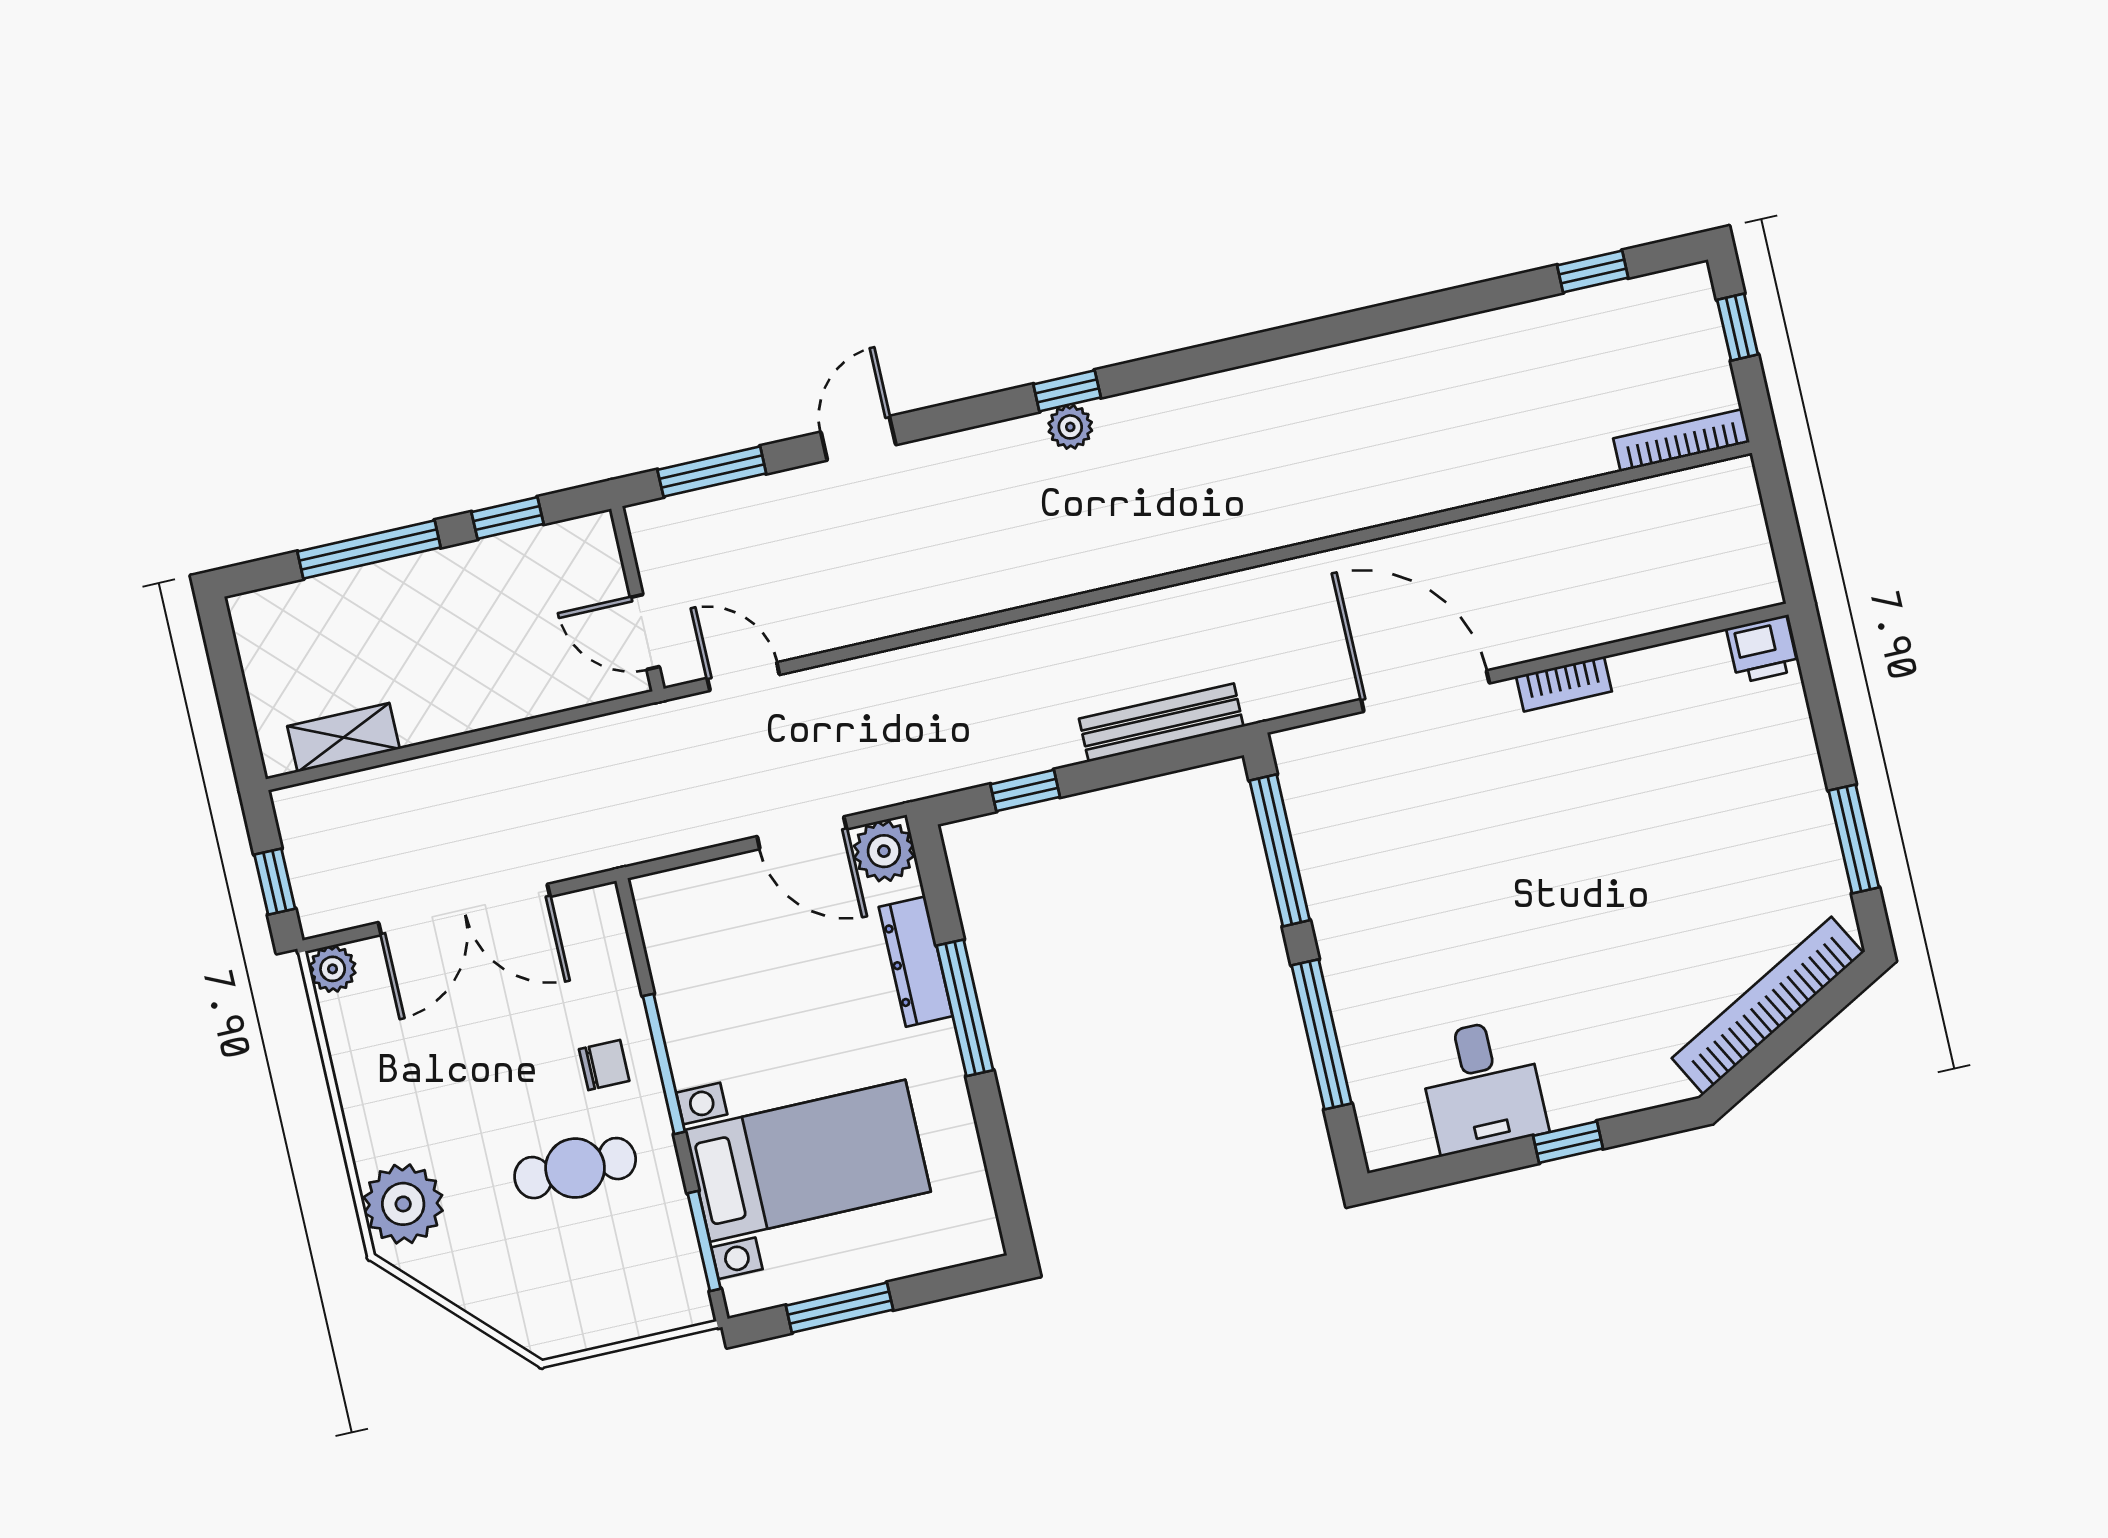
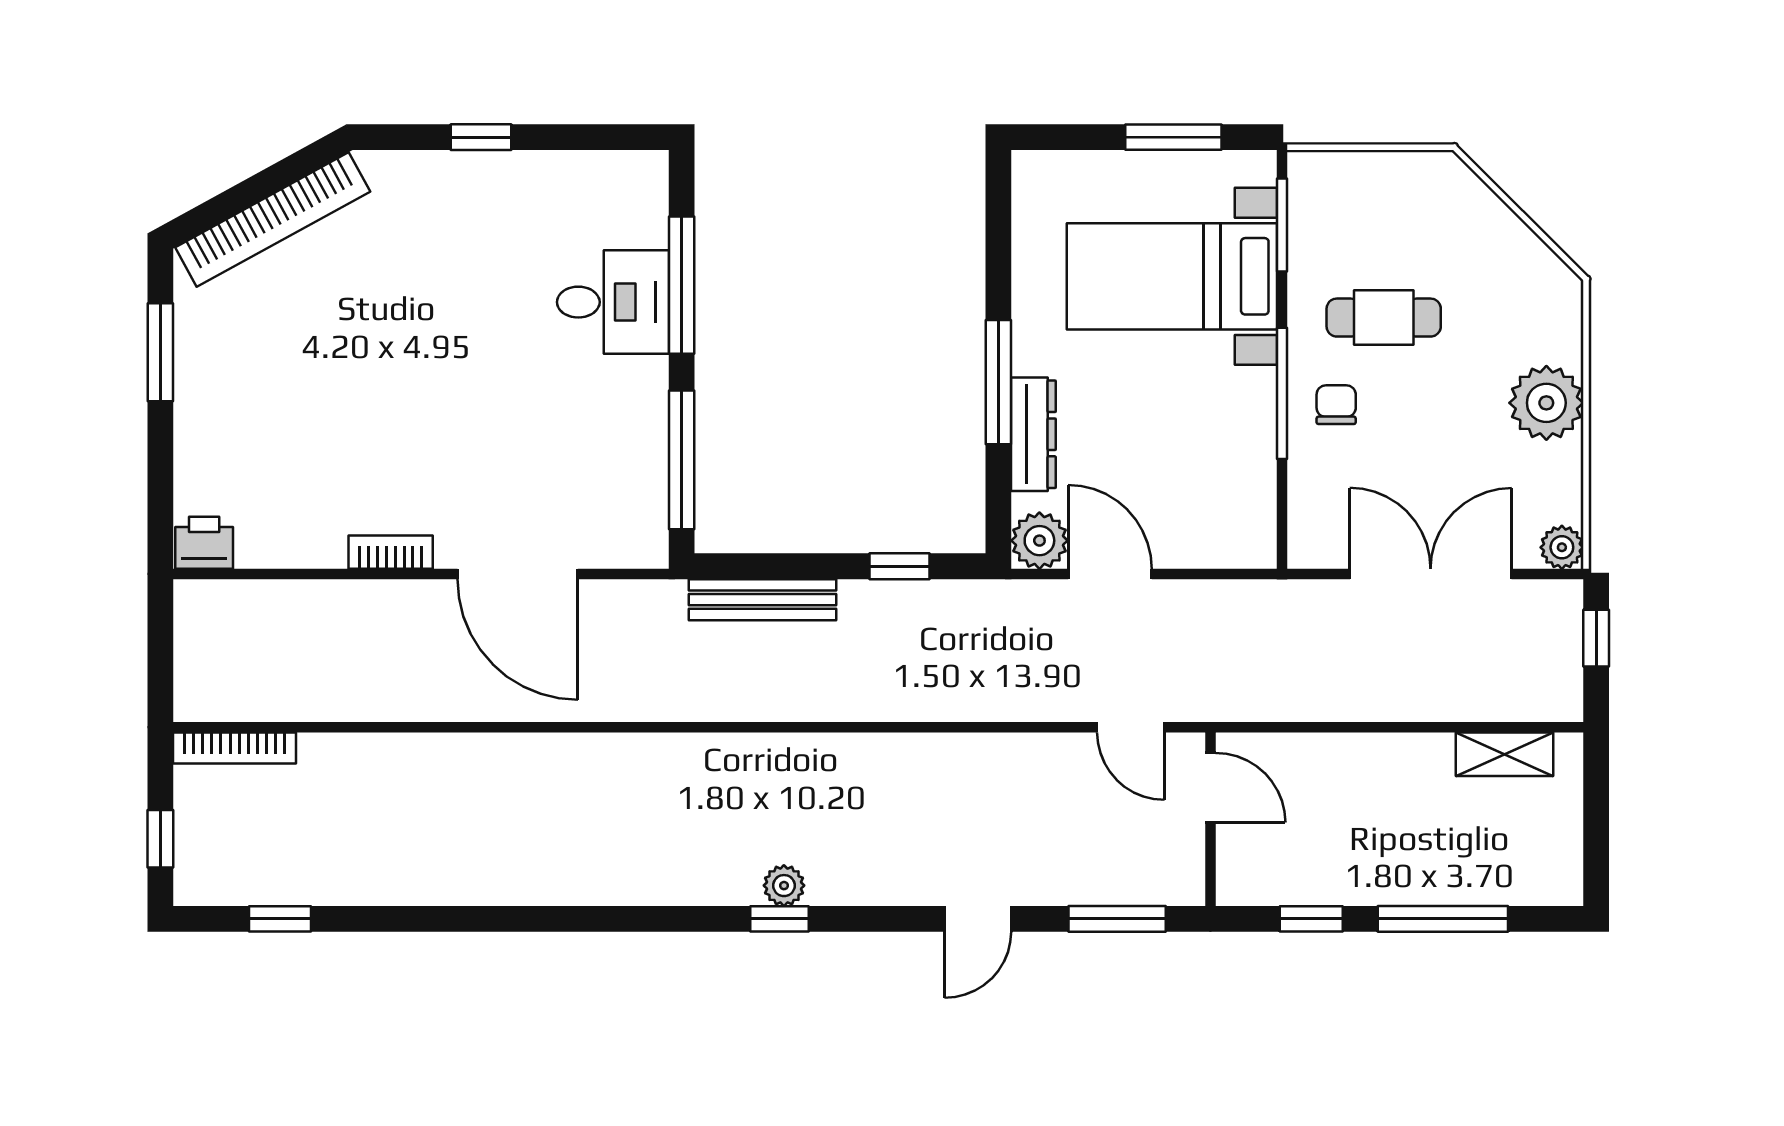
chair: (604, 1065) -> (1336, 405), turned 90
desk: (1482, 1086) -> (613, 302), moved, turned 90
plant: (403, 1204) -> (1546, 403), moved

